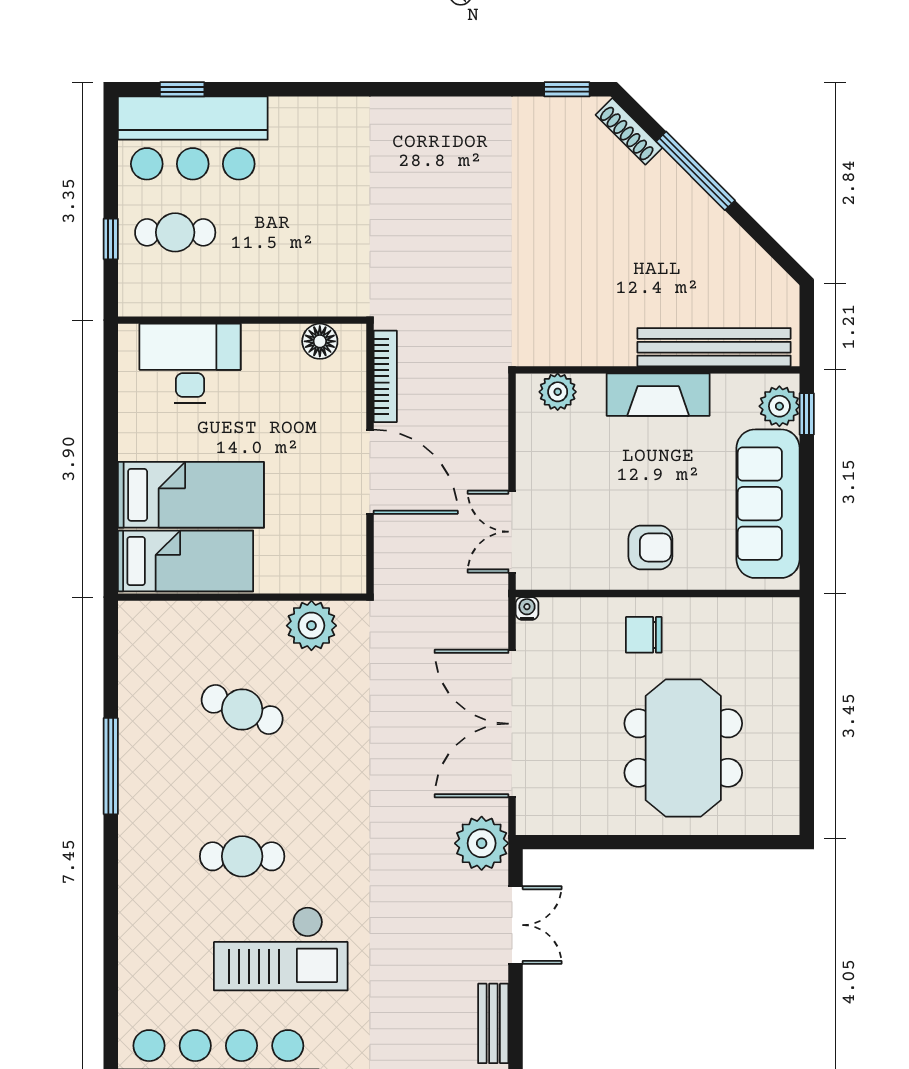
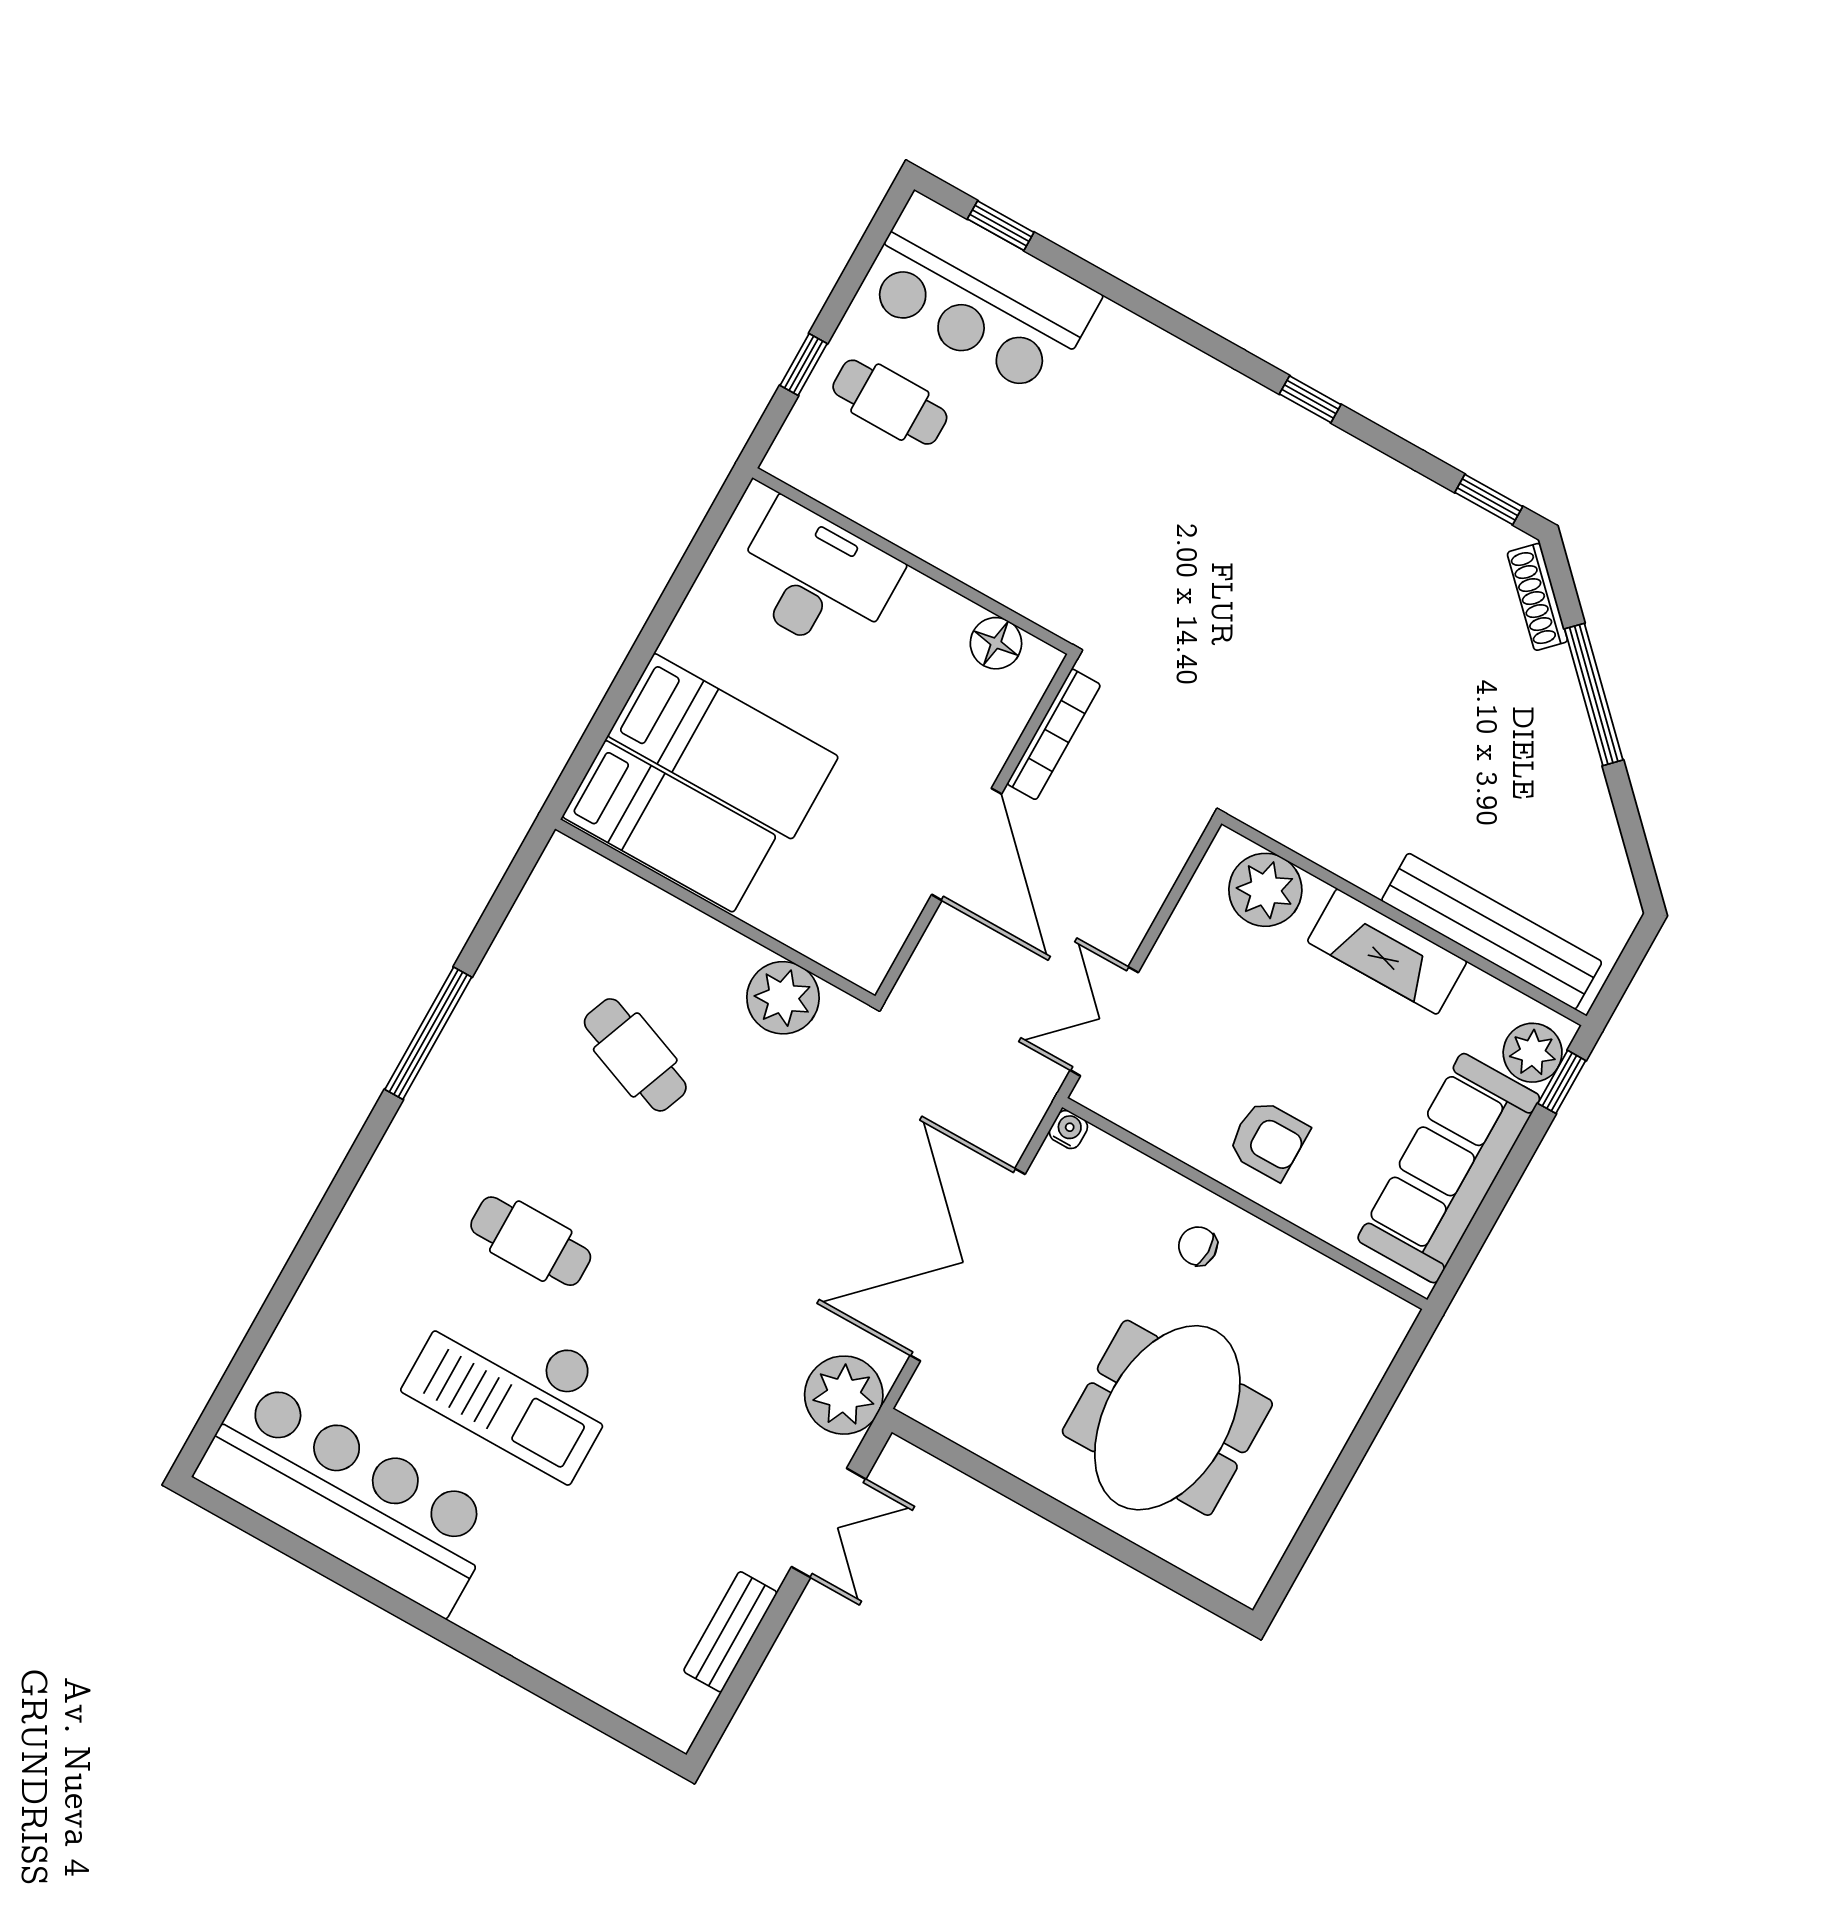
window: (426, 89) -> (1310, 399), added
plant: (558, 392) -> (1265, 890), width x1.36, depth x1.36
chair: (644, 635) -> (1198, 1246), width x0.73, depth x0.73

